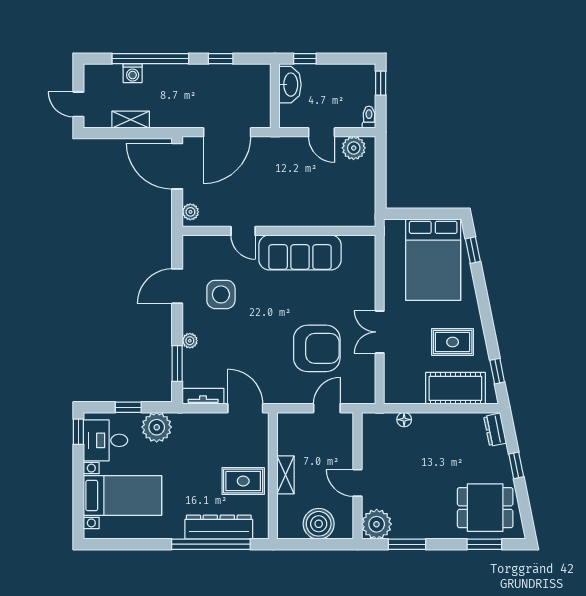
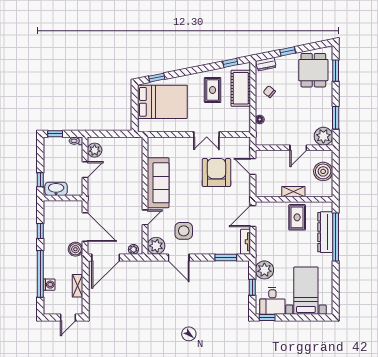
boiler: (191, 116) -> (75, 249), added
plant: (190, 341) -> (156, 246), moved, width x1.87, depth x1.87
chair: (450, 435) -> (269, 92), added

